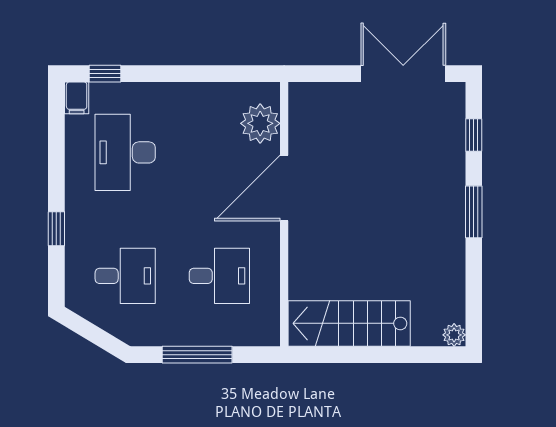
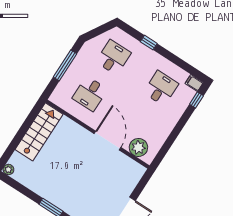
desk: (125, 152) -> (161, 88), width x0.73
desk: (125, 276) -> (113, 57), turned 180

